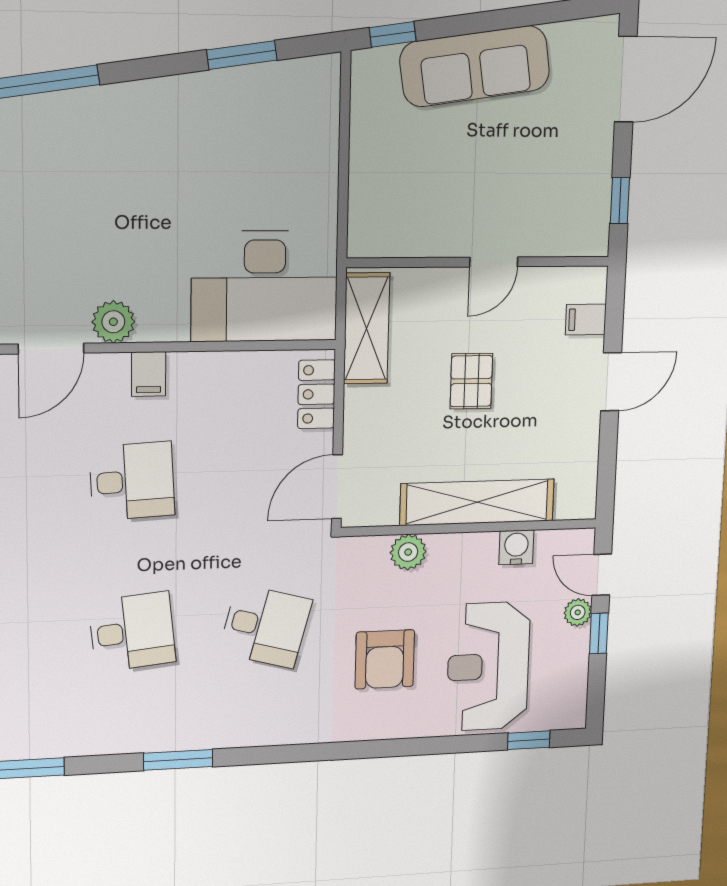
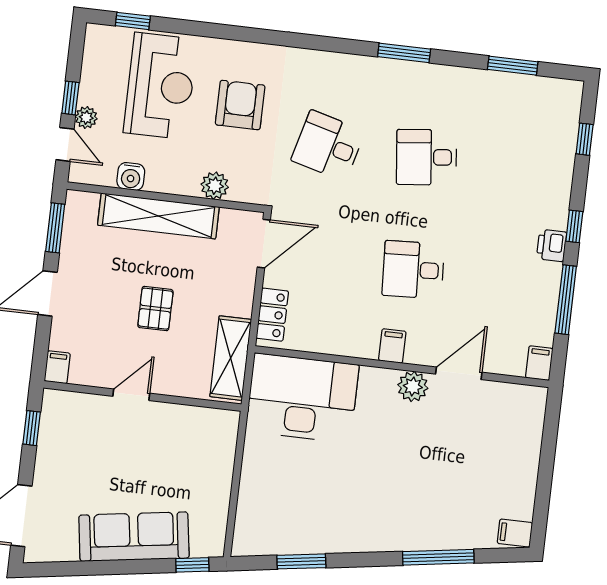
filing cabinet: (586, 320) -> (57, 367), moved, turned -90
window: (607, 468) -> (55, 228), added

